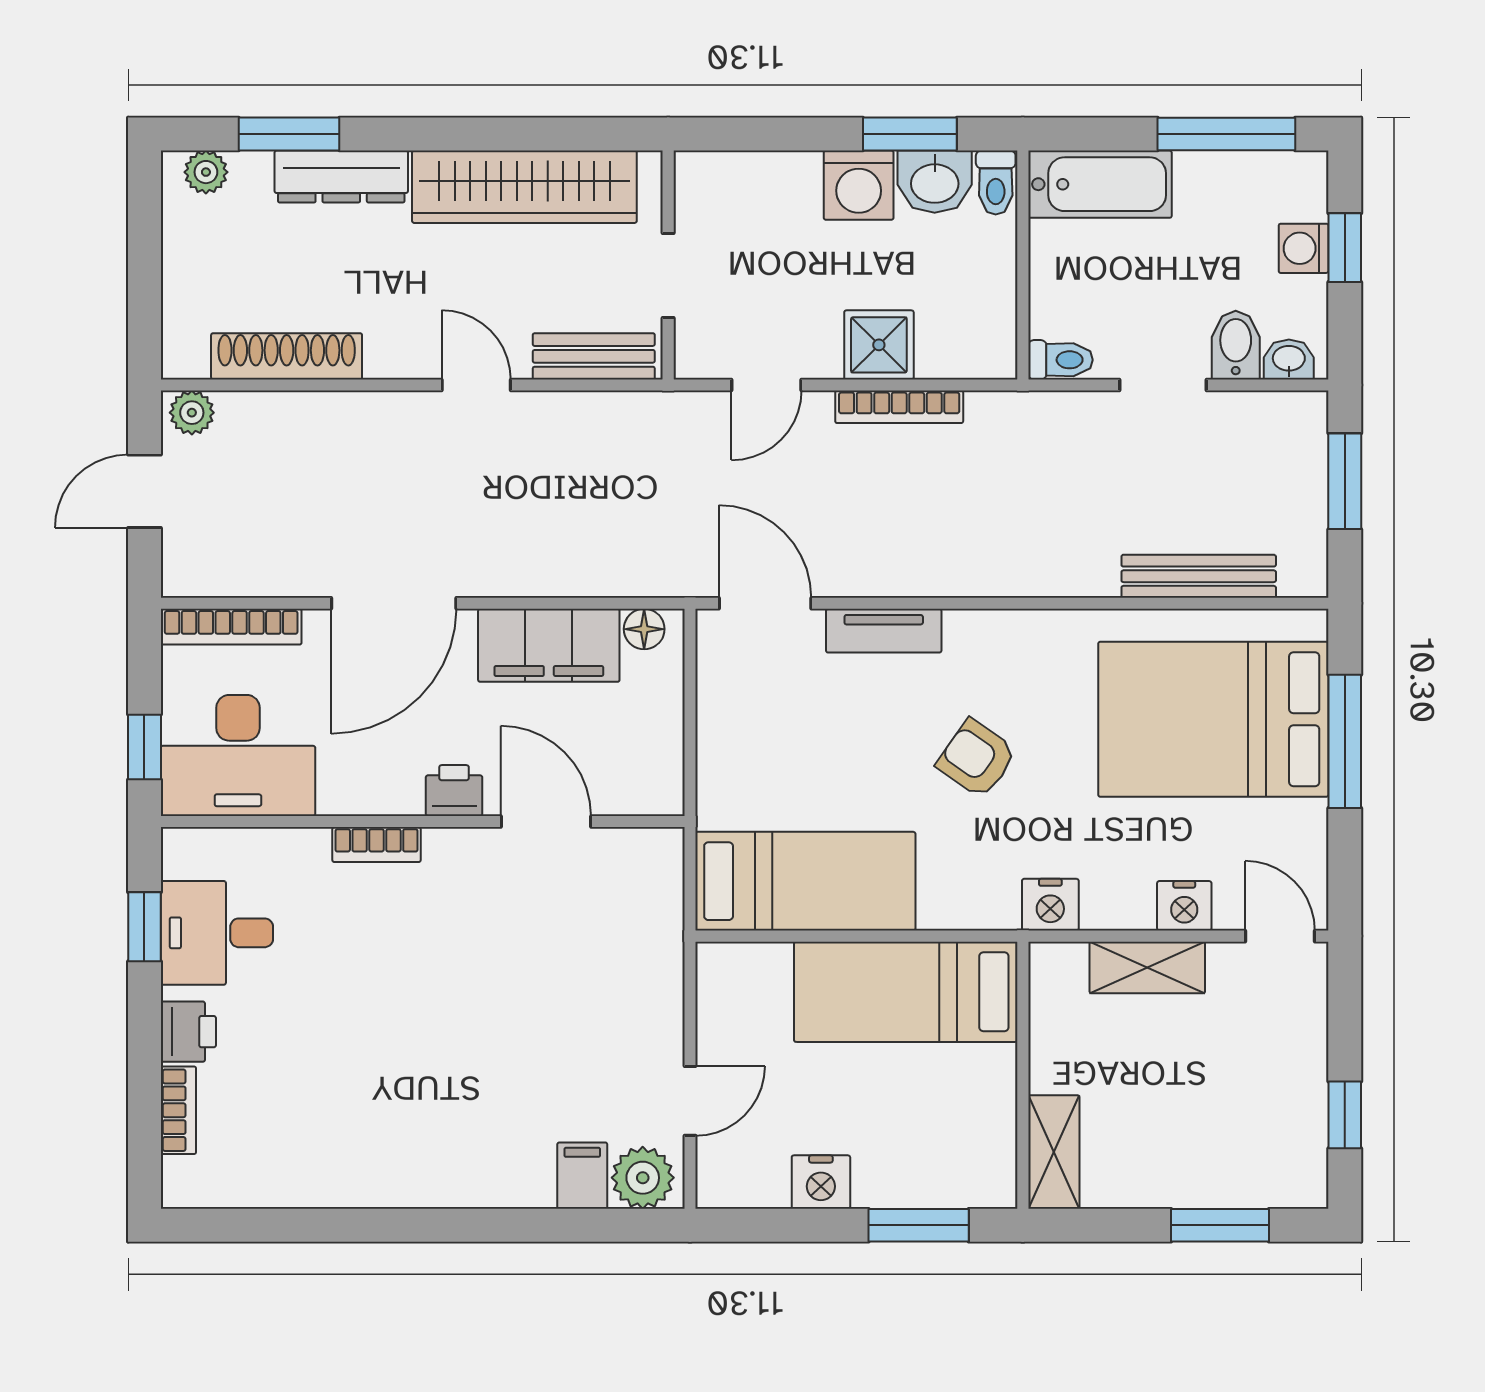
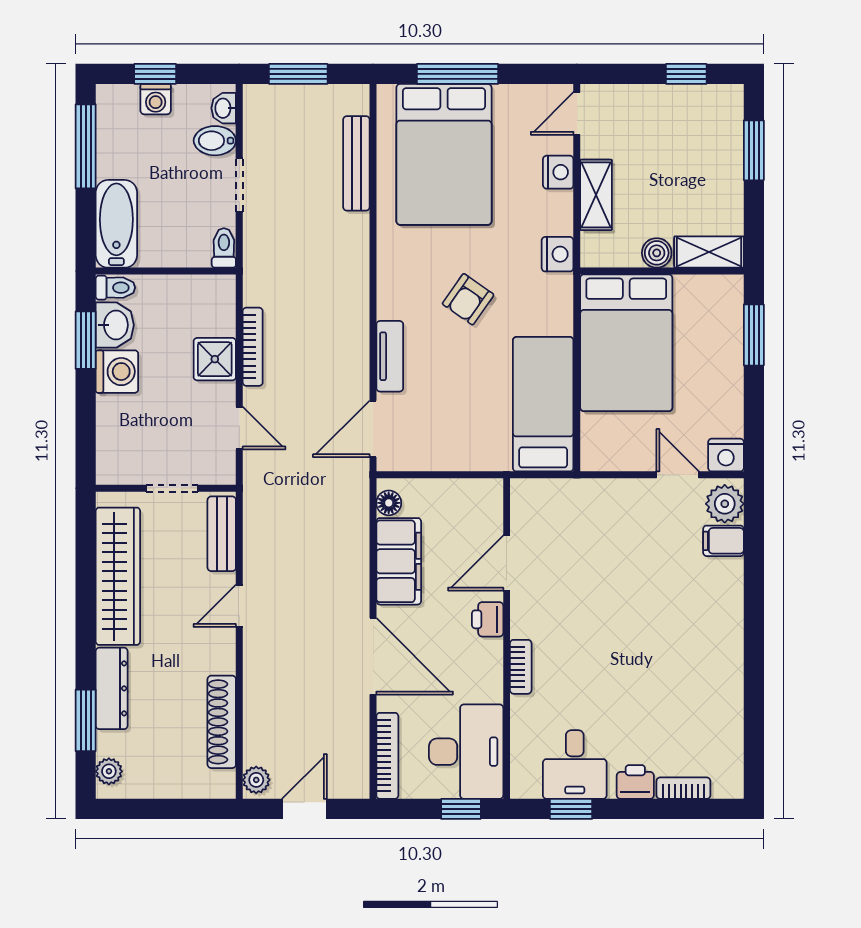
door: (144, 491) -> (304, 809), swing flipped
bed: (906, 992) -> (626, 343), width x1.50
boiler: (1052, 1067) -> (657, 253), added
nightstand: (821, 1182) -> (726, 455), moved, turned 90

